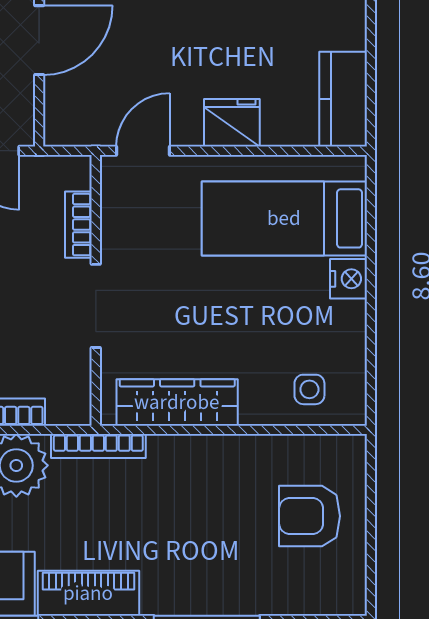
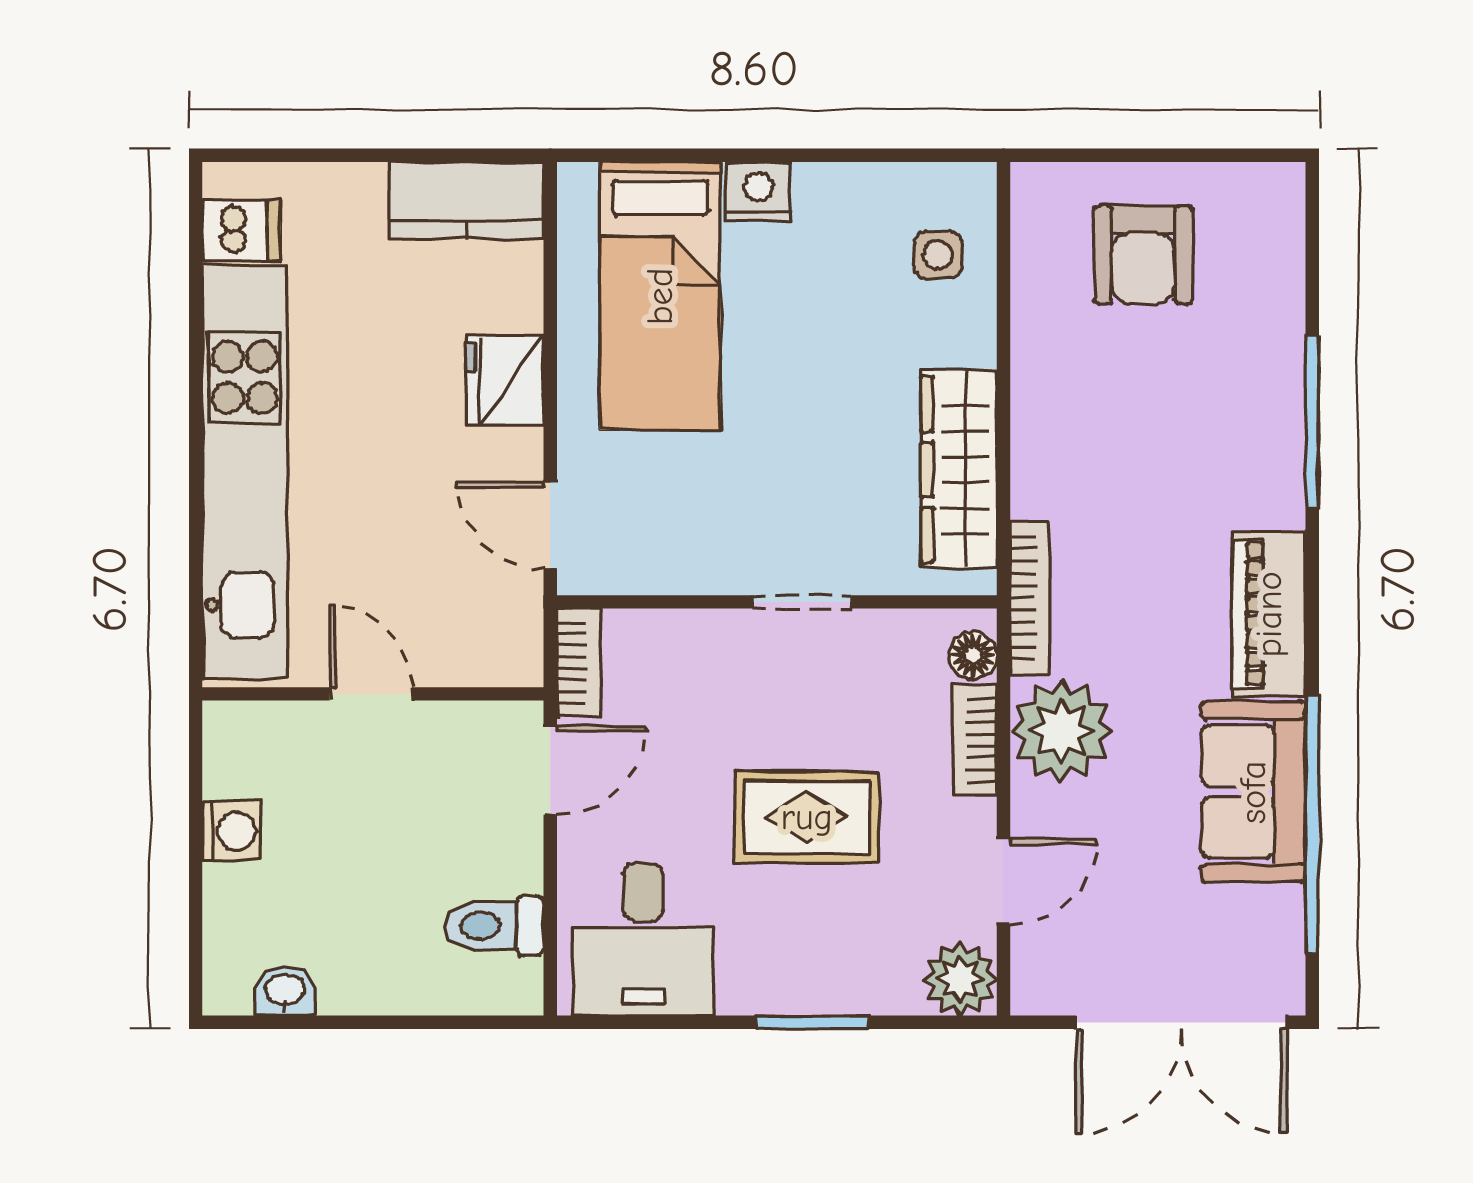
door: (39, 40) -> (371, 694), width x0.73
bookcase: (78, 225) -> (578, 662), moved, turned -90
doorway: (96, 306) -> (802, 602), width x0.73
floor lamp: (63, 411) -> (973, 655), added

